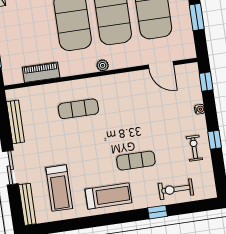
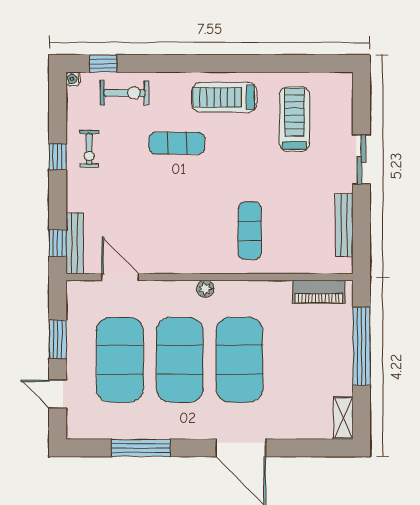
piano: (41, 72) -> (319, 292), moved
exercise mat: (78, 109) -> (250, 231), turned 90
water cooler: (200, 109) -> (73, 79), moved
bench: (27, 204) -> (75, 243), moved
window: (157, 212) -> (103, 63), moved

